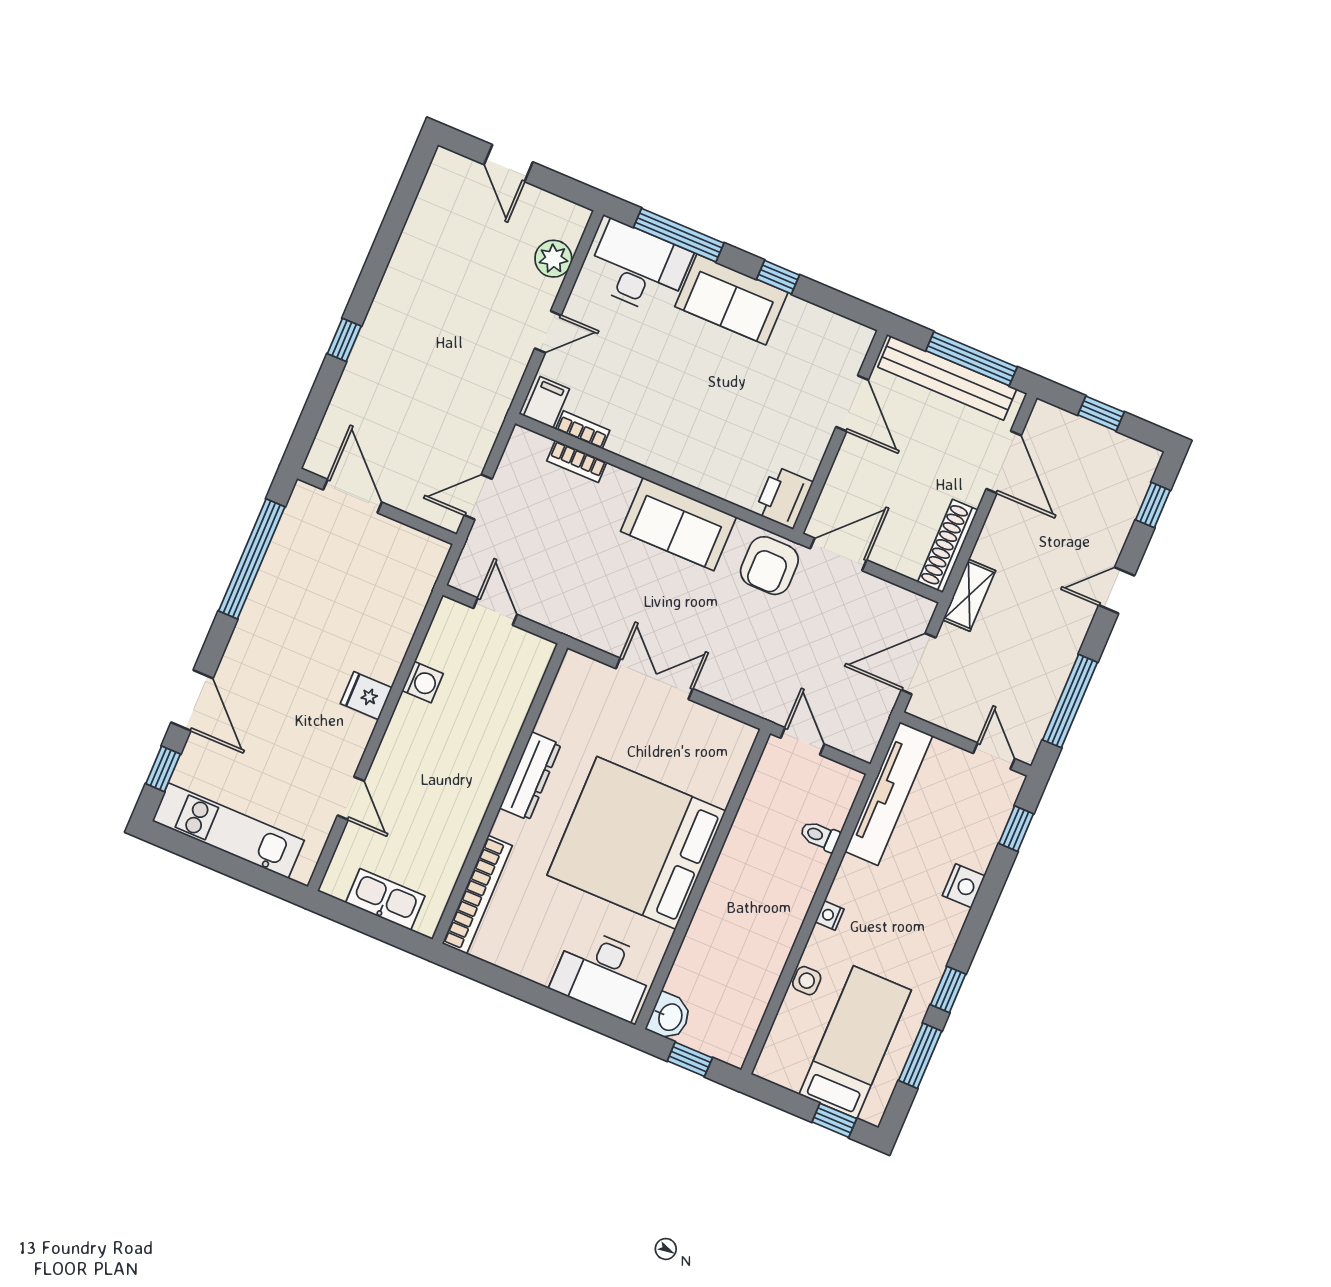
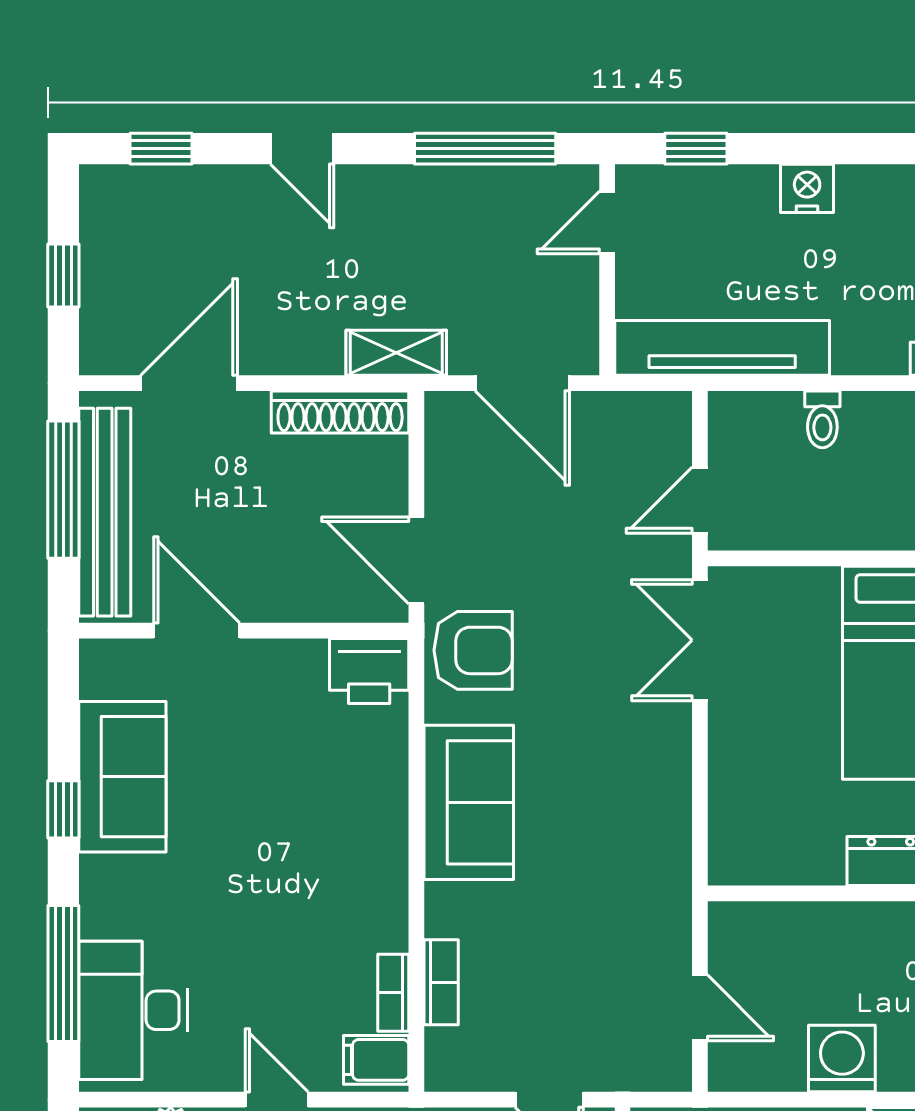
sofa: (731, 299) -> (122, 777), moved
door: (852, 403) -> (197, 631), hinge flipped
door: (495, 611) -> (700, 1008), swing flipped
double door: (654, 679) -> (700, 640), moved
washing machine: (423, 682) -> (842, 1059), width x1.38, depth x1.38

